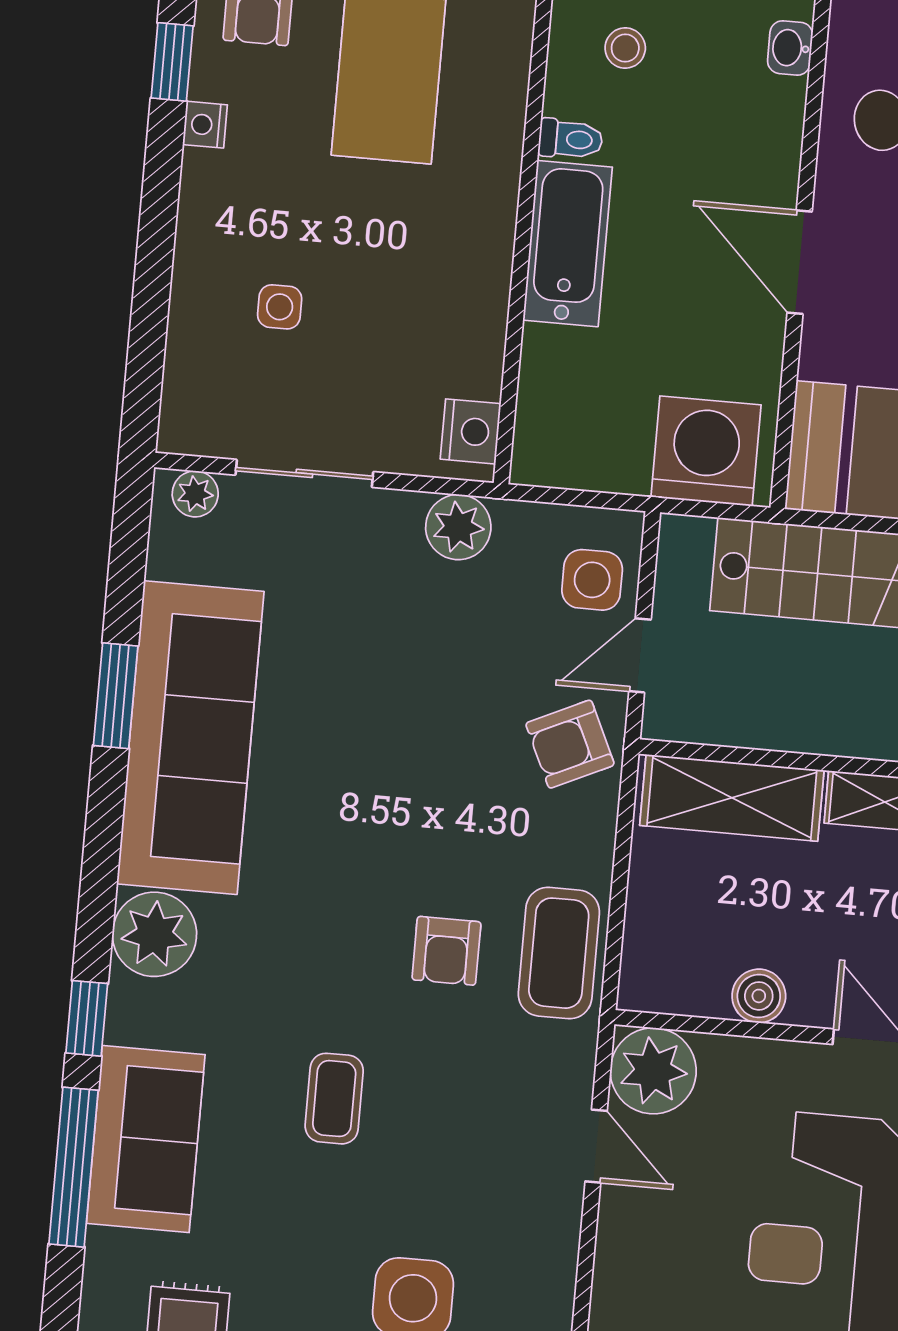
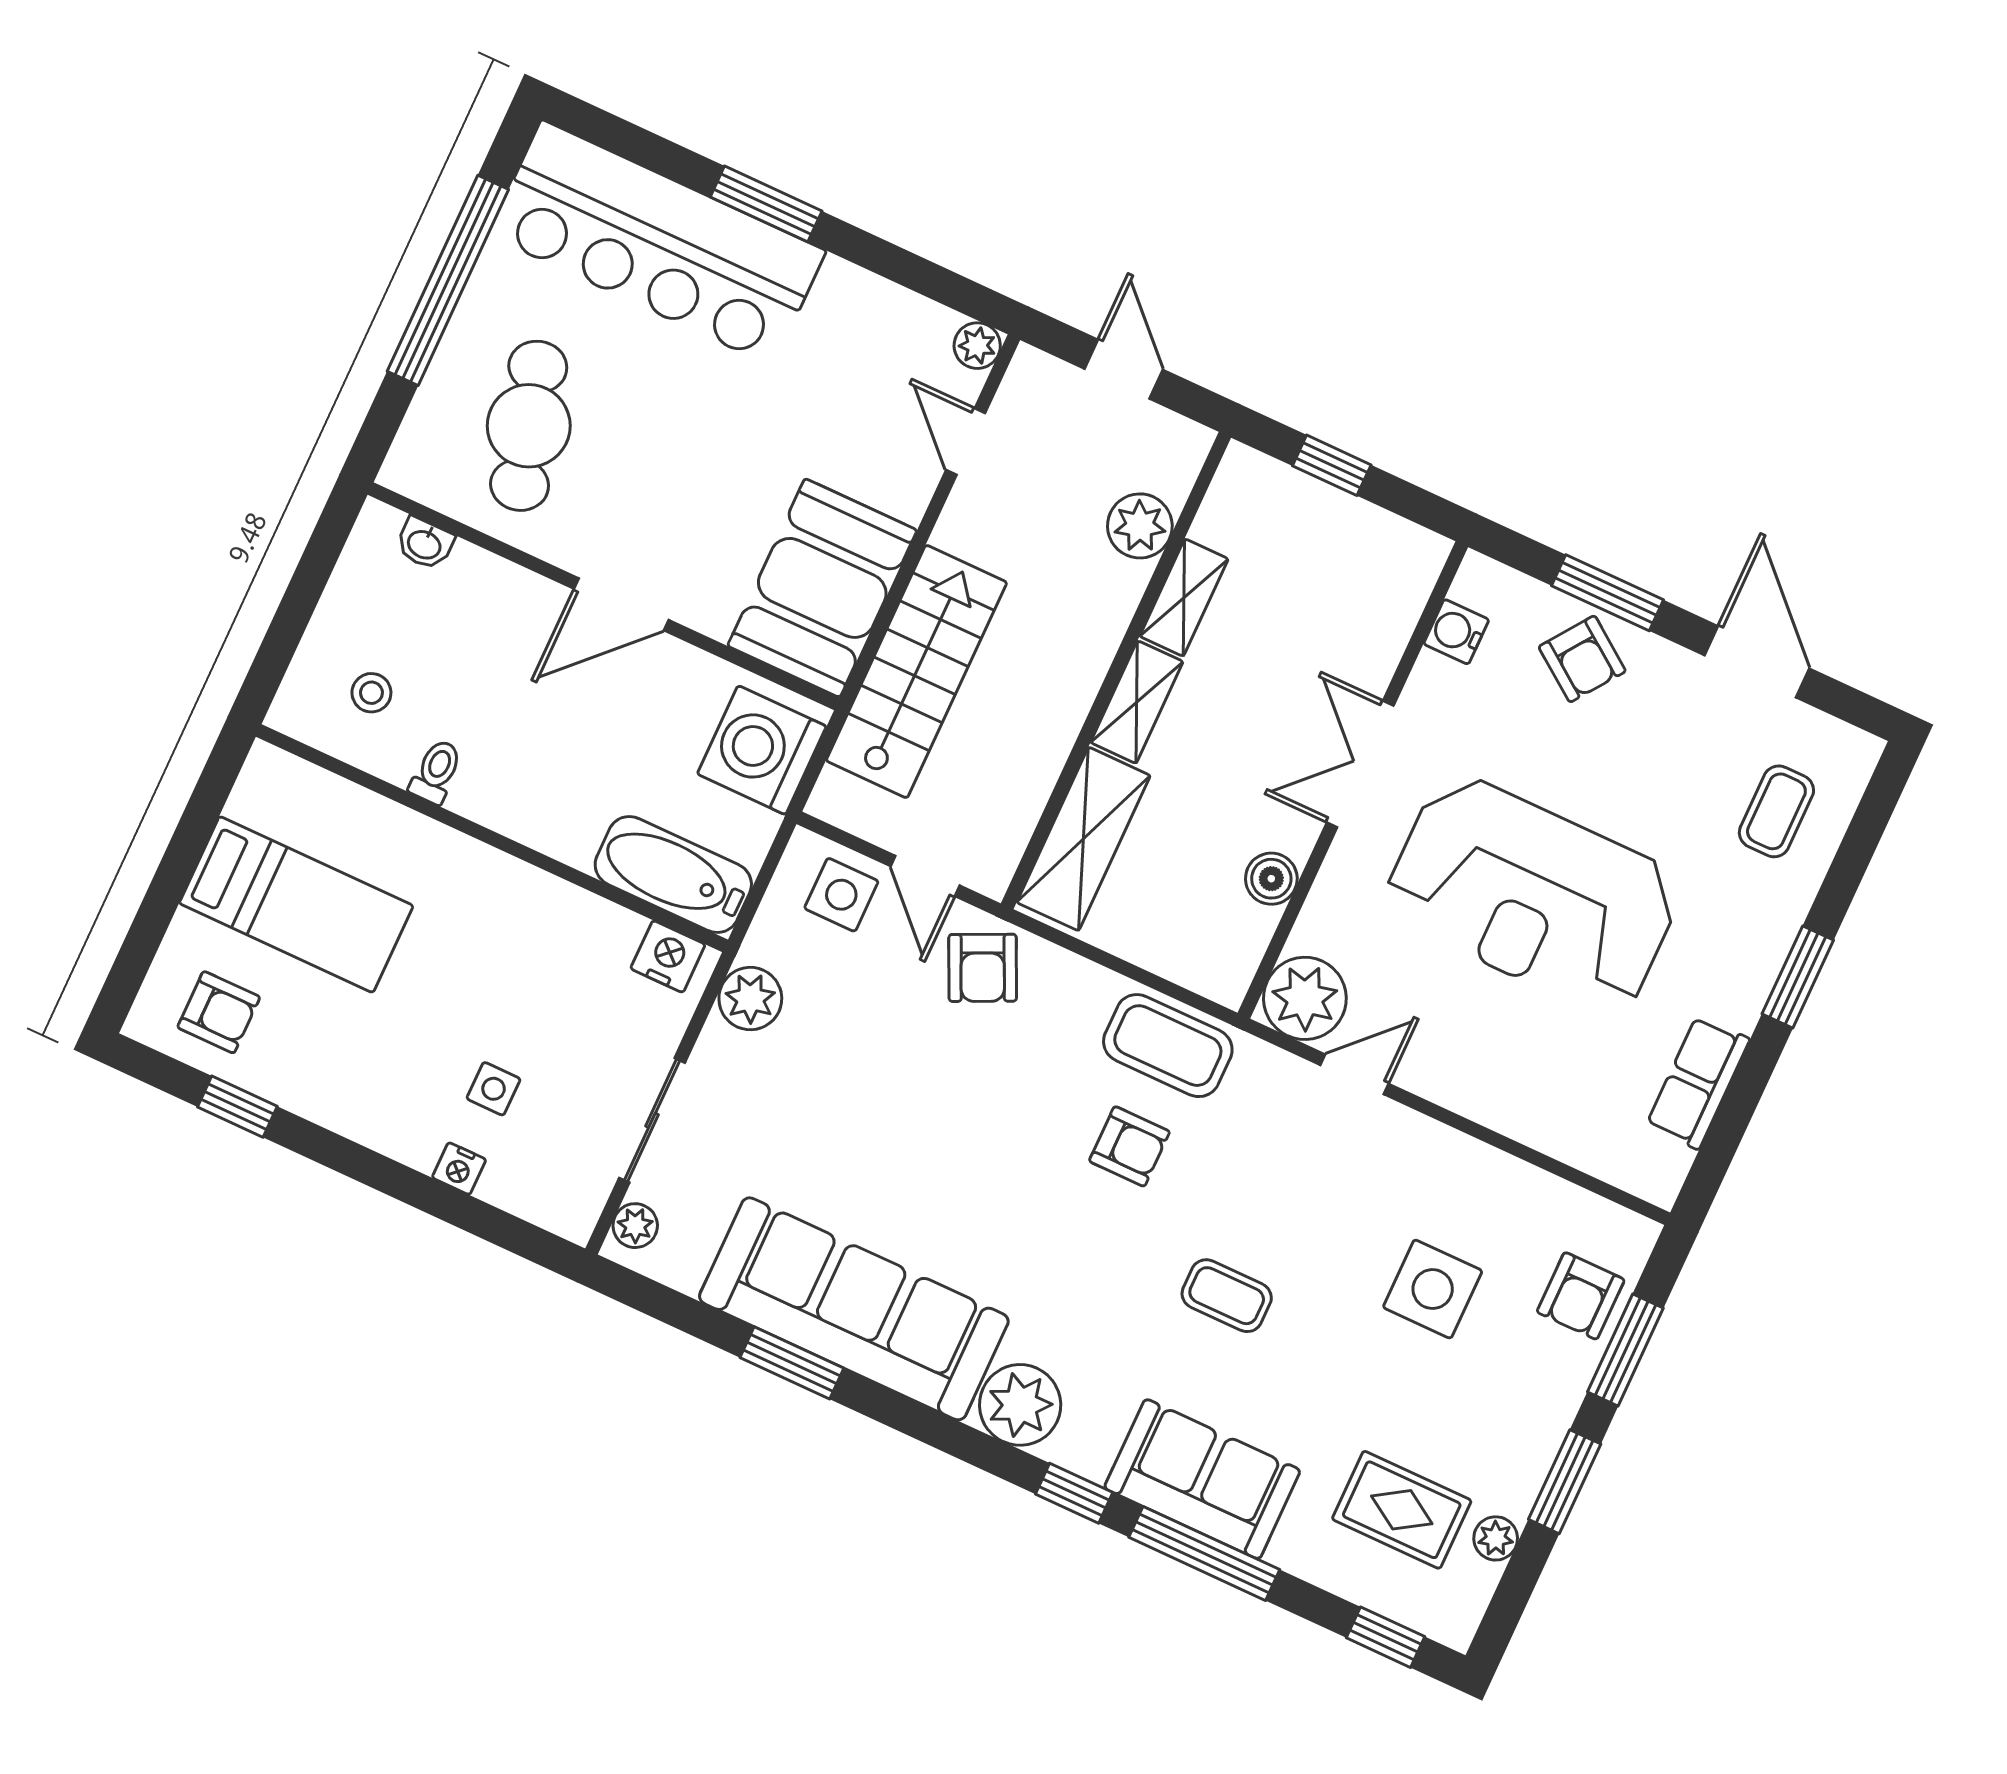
nightstand: (205, 125) -> (459, 1169), moved
bathtub: (568, 244) -> (673, 874), moved

